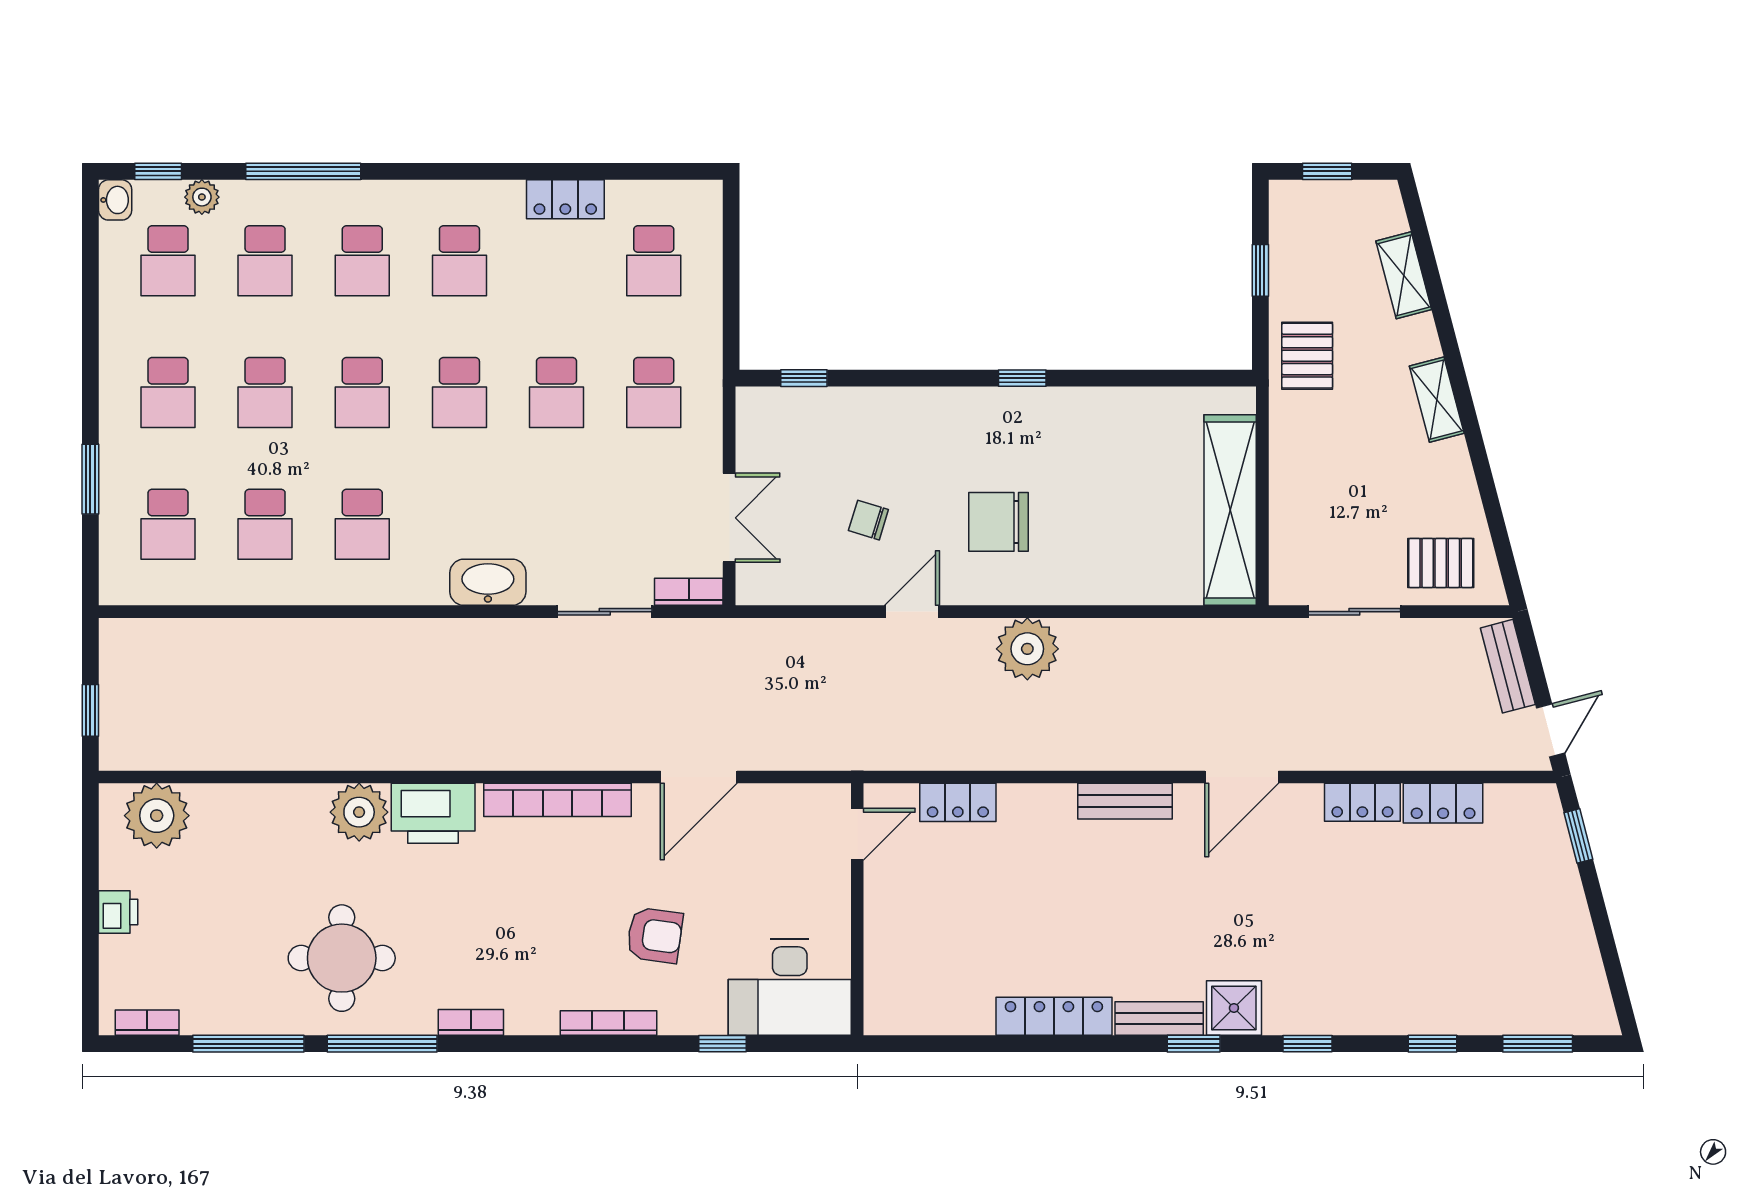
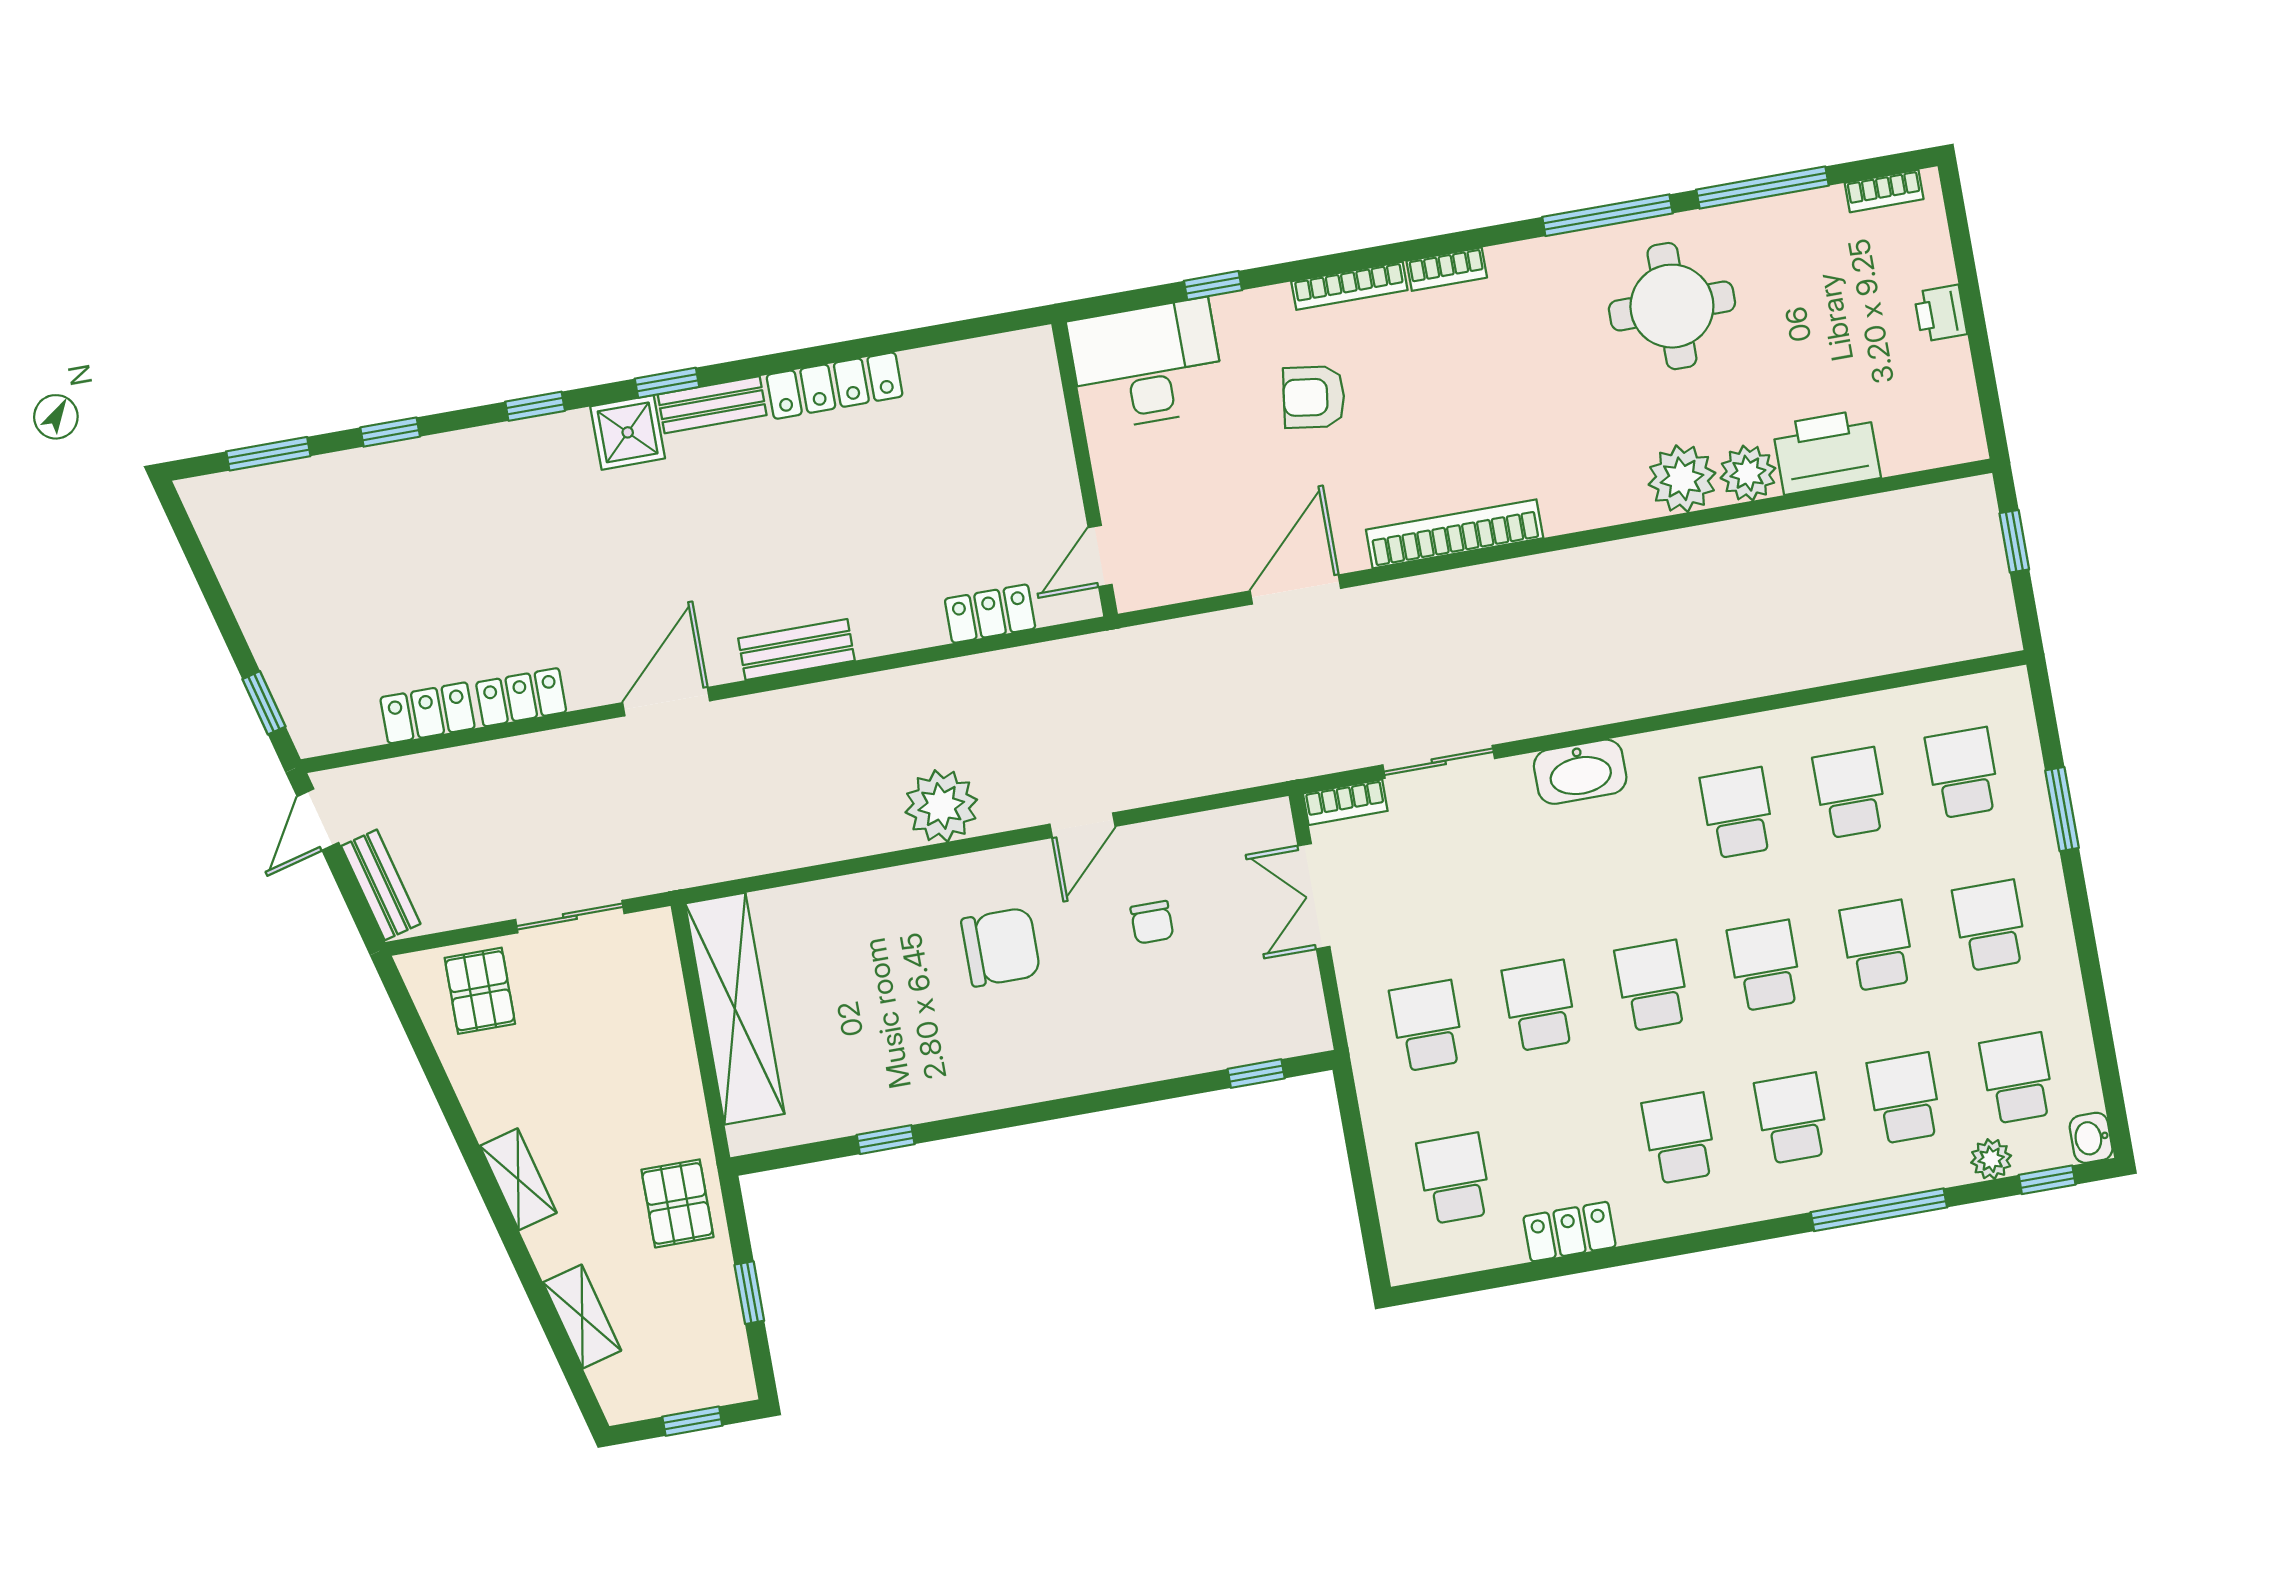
window: (1022, 378) -> (886, 1140), moved
chair: (868, 520) -> (1152, 922), turned 73
pallet: (1441, 563) -> (480, 991), turned 90
printer: (433, 813) -> (1826, 452), moved
plant: (157, 816) -> (1748, 473), moved, width x0.73, depth x0.73
bookcase: (471, 1022) -> (1447, 269), moved

